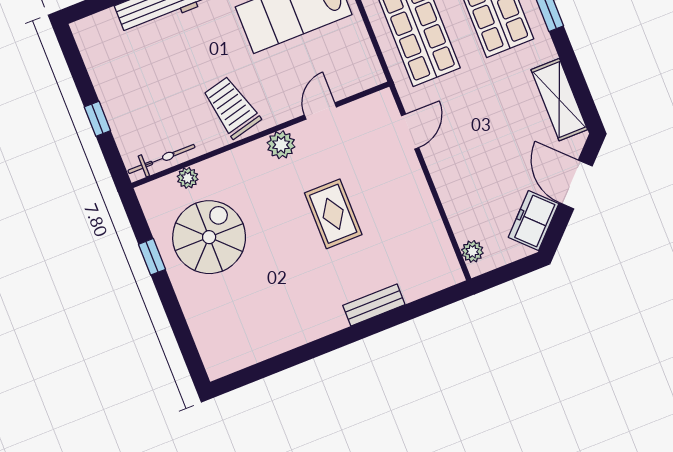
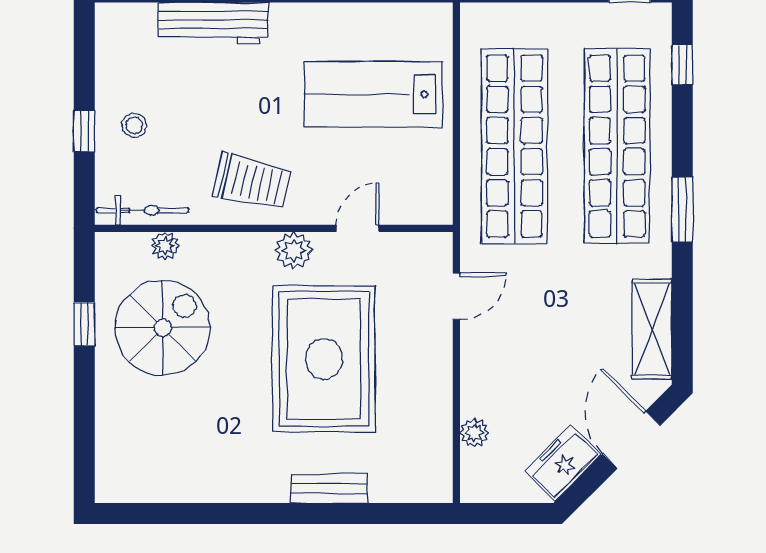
stool: (131, 101) -> (134, 125), added
trolley: (232, 107) -> (252, 181), turned 117
rug: (333, 214) -> (324, 359), width x1.86, depth x2.06
plant: (472, 251) -> (474, 433), moved

